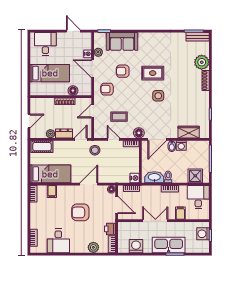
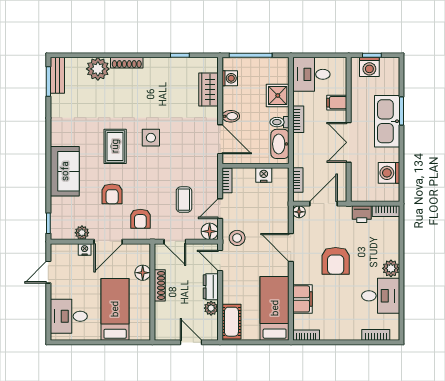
sofa: (122, 41) -> (65, 171), moved
floor lamp: (139, 133) -> (210, 231), moved
washing machine: (181, 146) -> (230, 78), moved
shower: (195, 176) -> (278, 95), moved
nightstand: (135, 178) -> (264, 175), moved
filing cabinet: (52, 192) -> (303, 299), width x2.00
plant: (93, 247) -> (391, 268), moved

